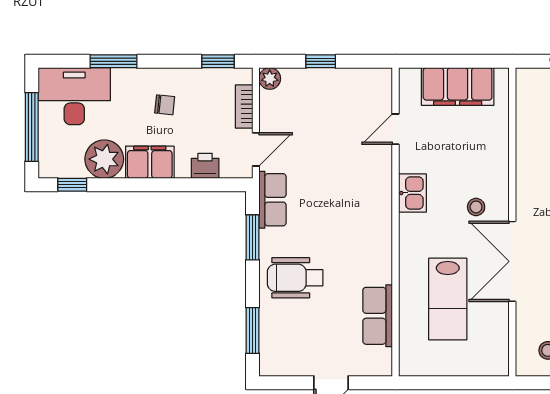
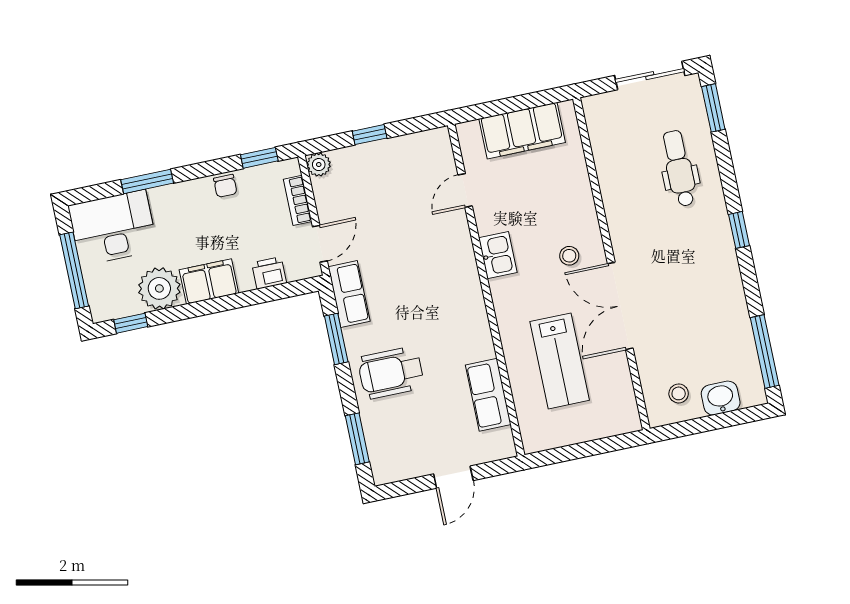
chair: (165, 105) -> (225, 186), moved, turned 84

